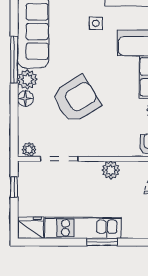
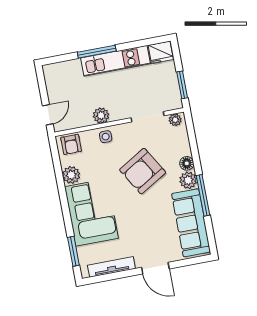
side table: (96, 23) -> (106, 137), moved
window: (14, 187) -> (182, 85), width x1.50
window: (102, 242) -> (97, 52), width x1.44

